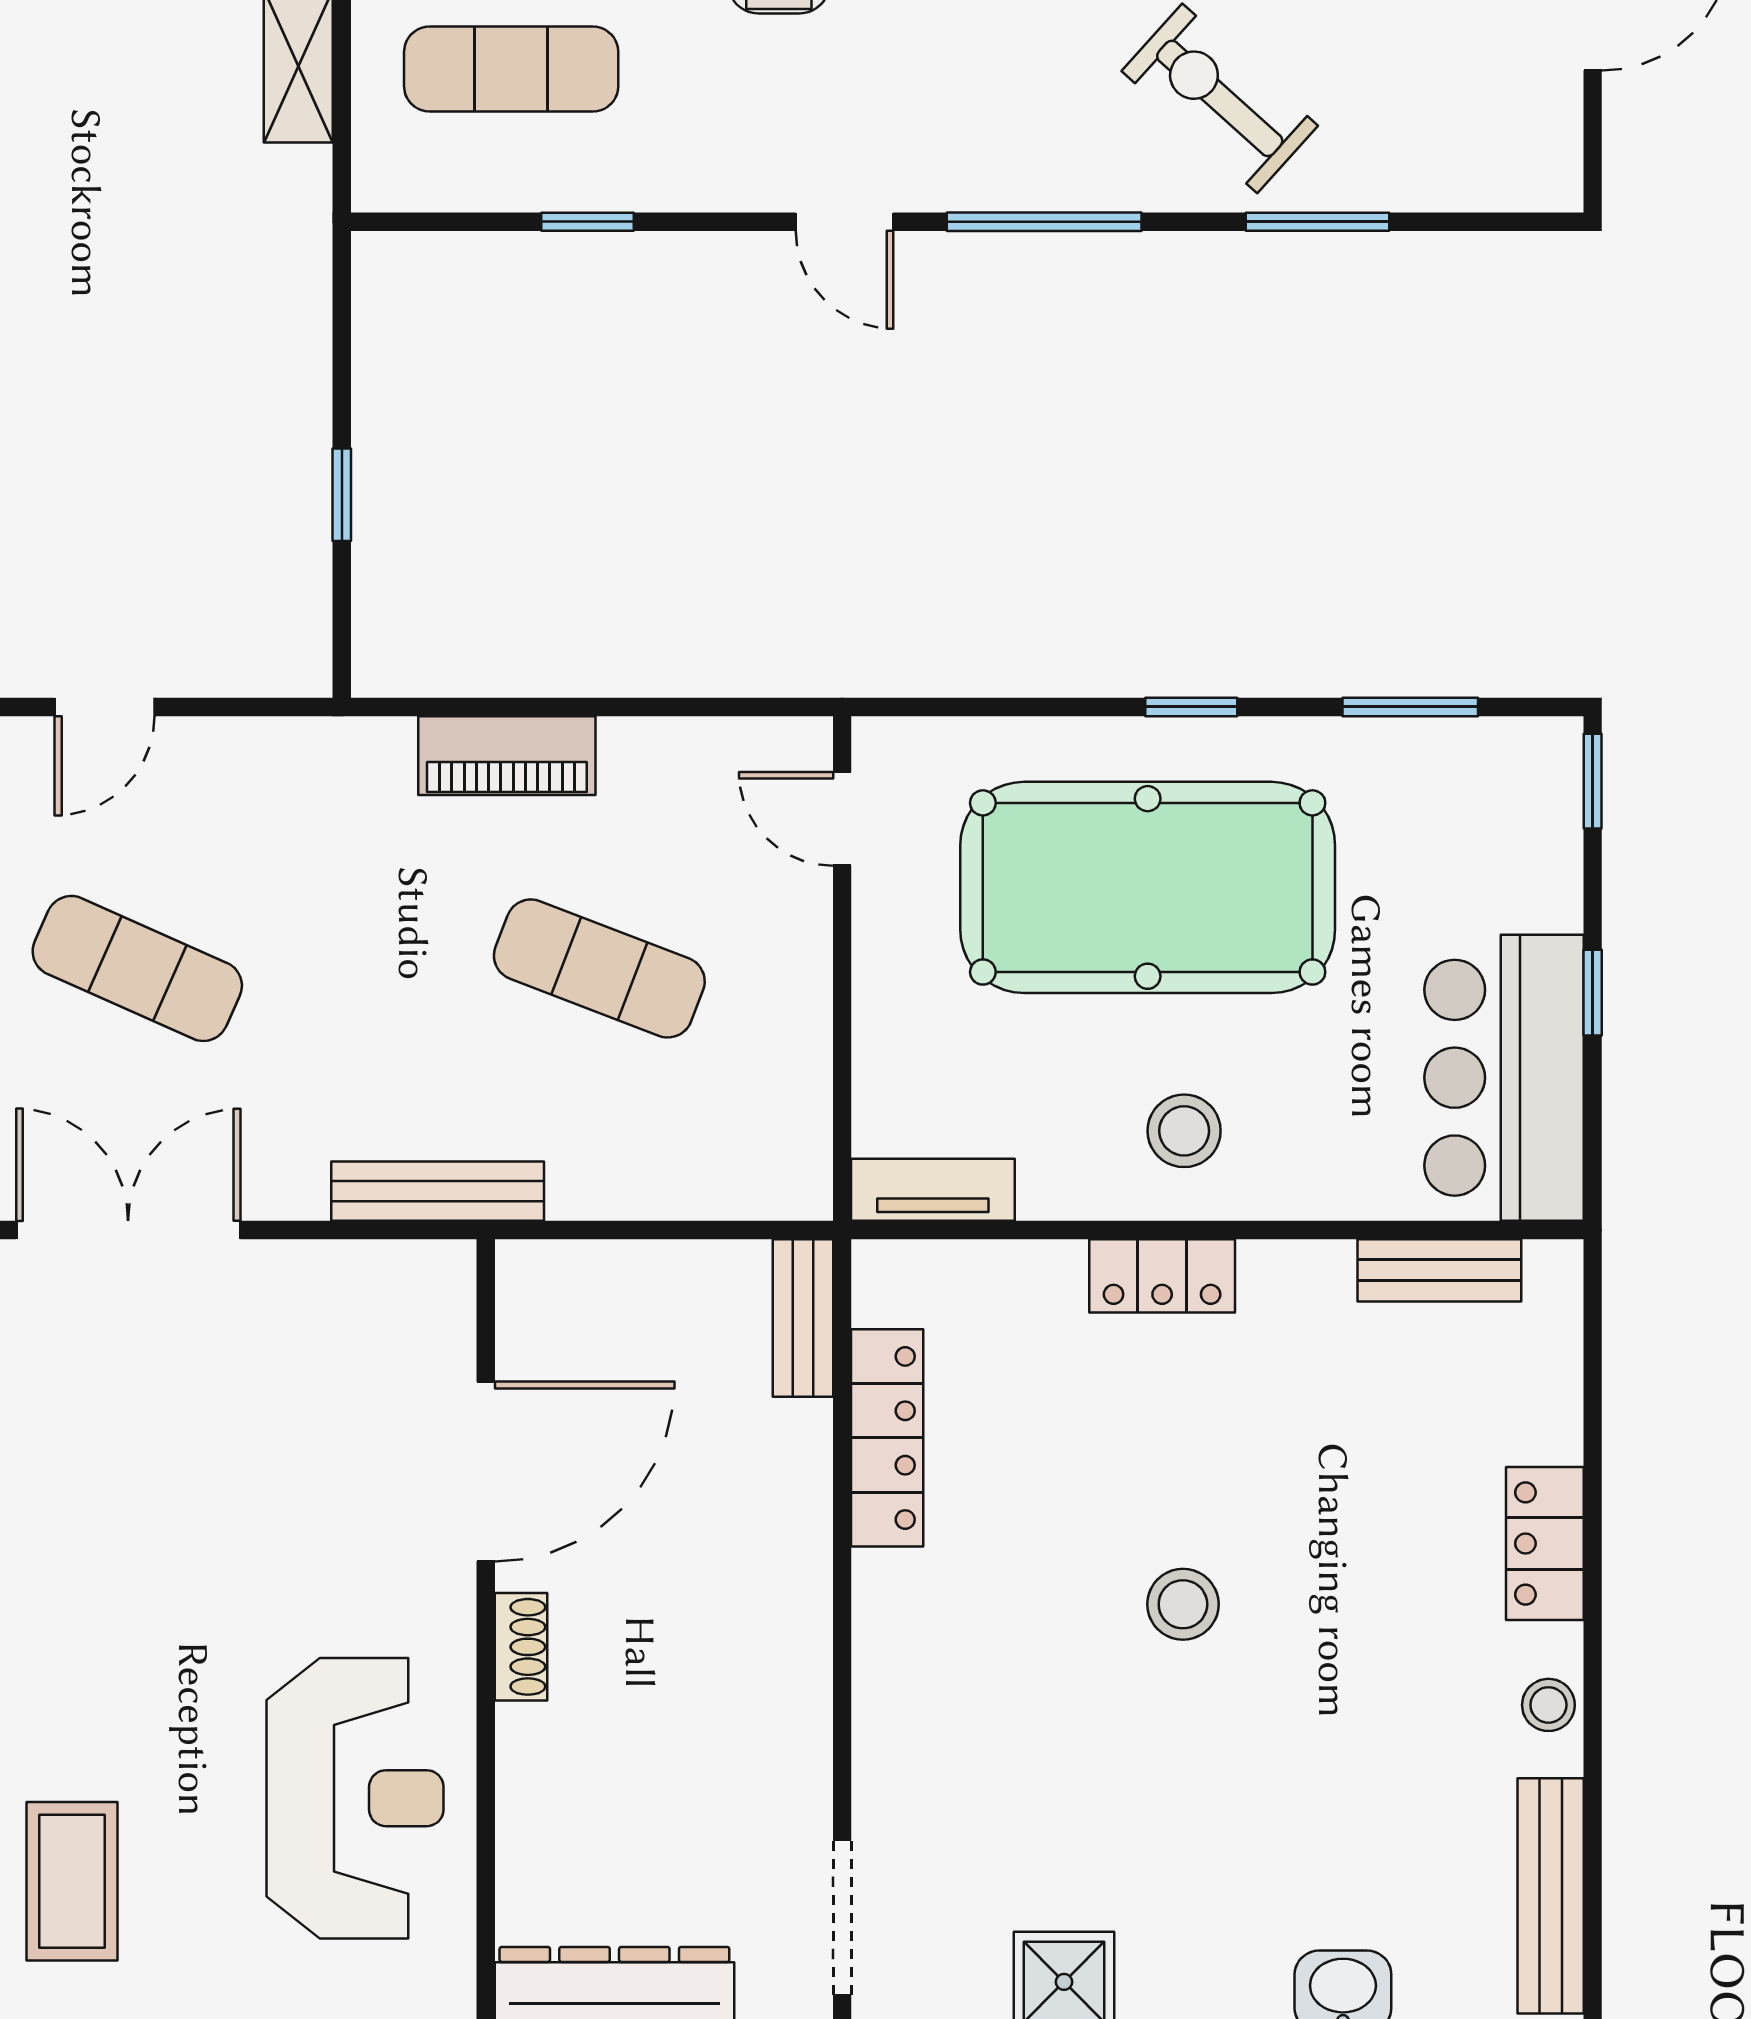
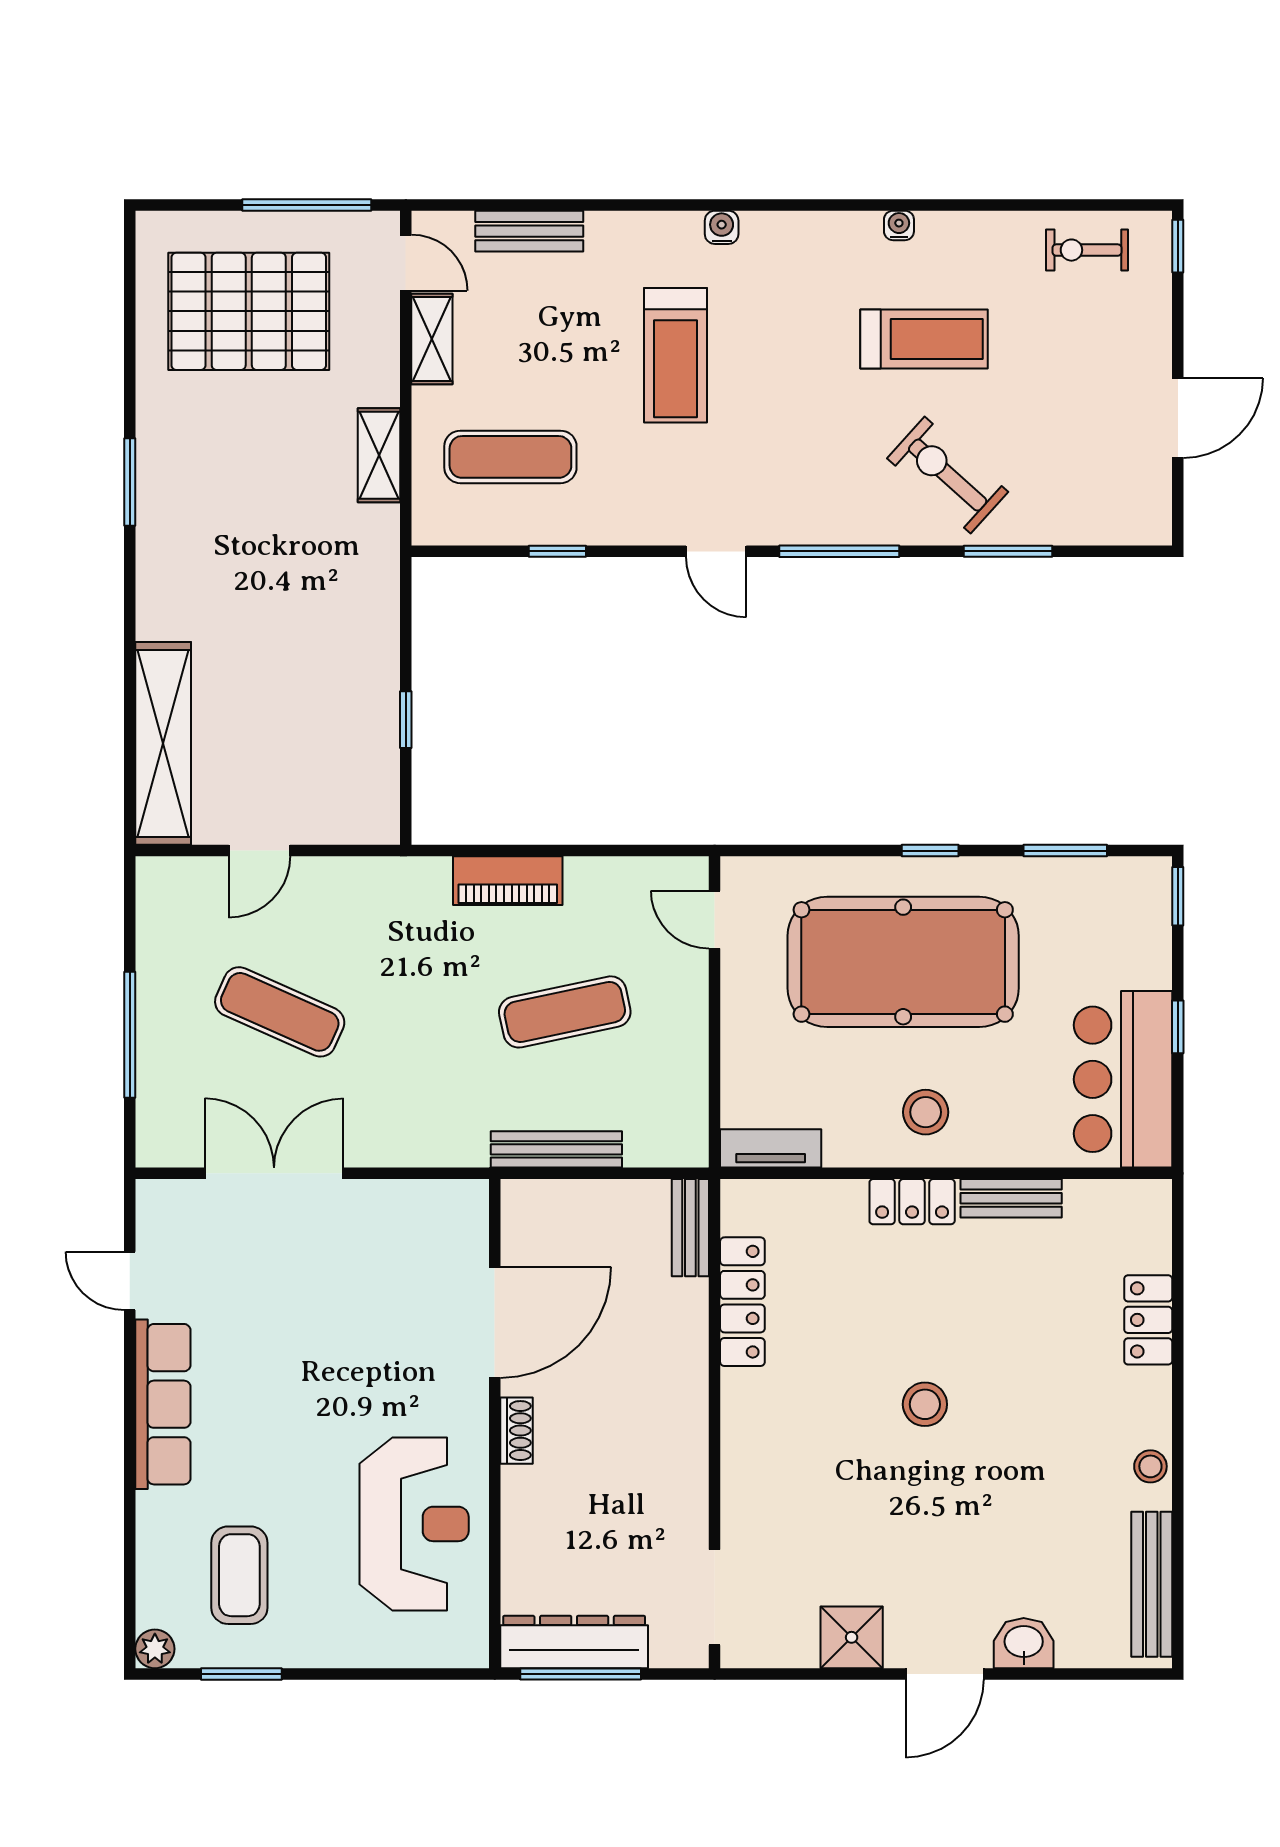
exercise mat: (599, 968) -> (565, 1012), turned -33
bench: (438, 1191) -> (556, 1149), moved
bench: (1439, 1270) -> (1011, 1198), moved
locker: (1545, 1544) -> (1148, 1320), moved

